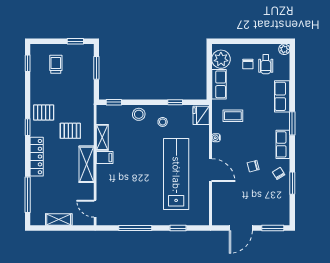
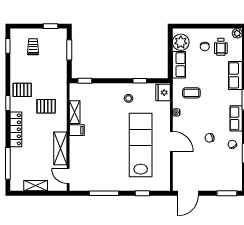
stool: (139, 114) -> (107, 92), removed
shelving: (86, 164) -> (60, 148), moved
door: (241, 228) -> (188, 193), moved

